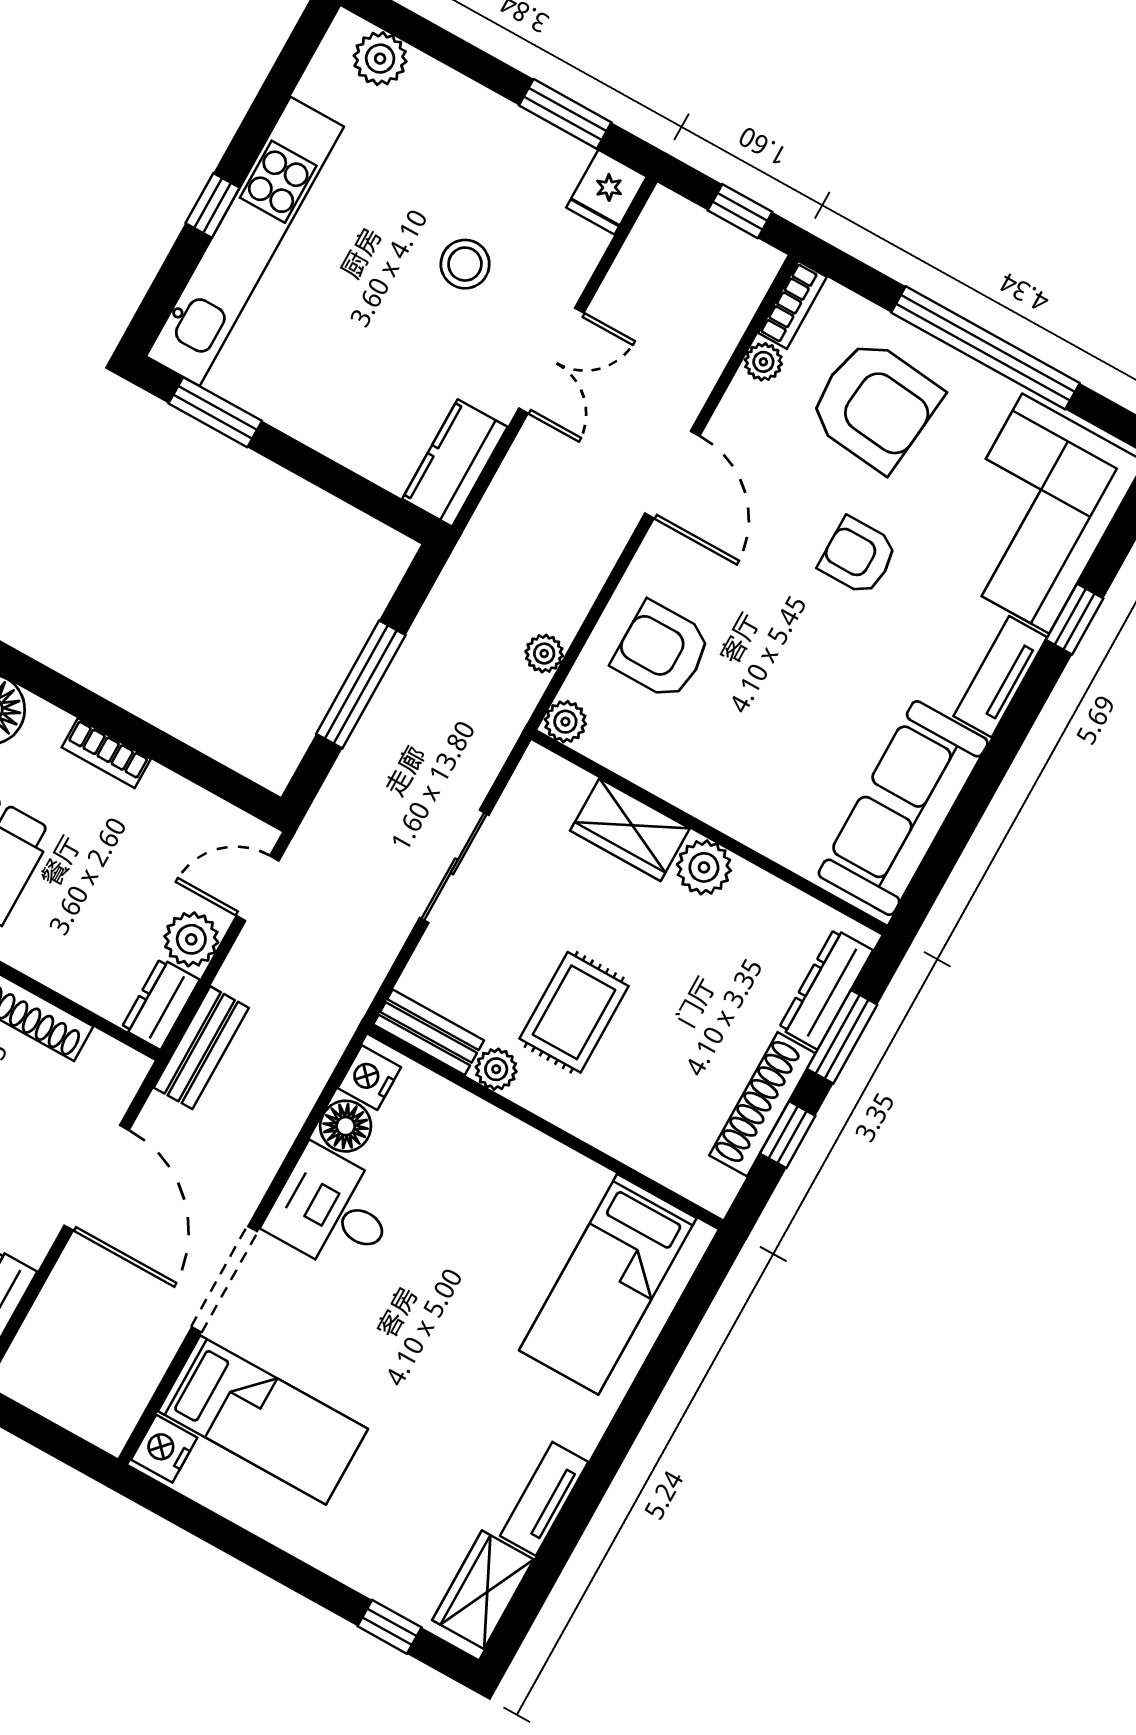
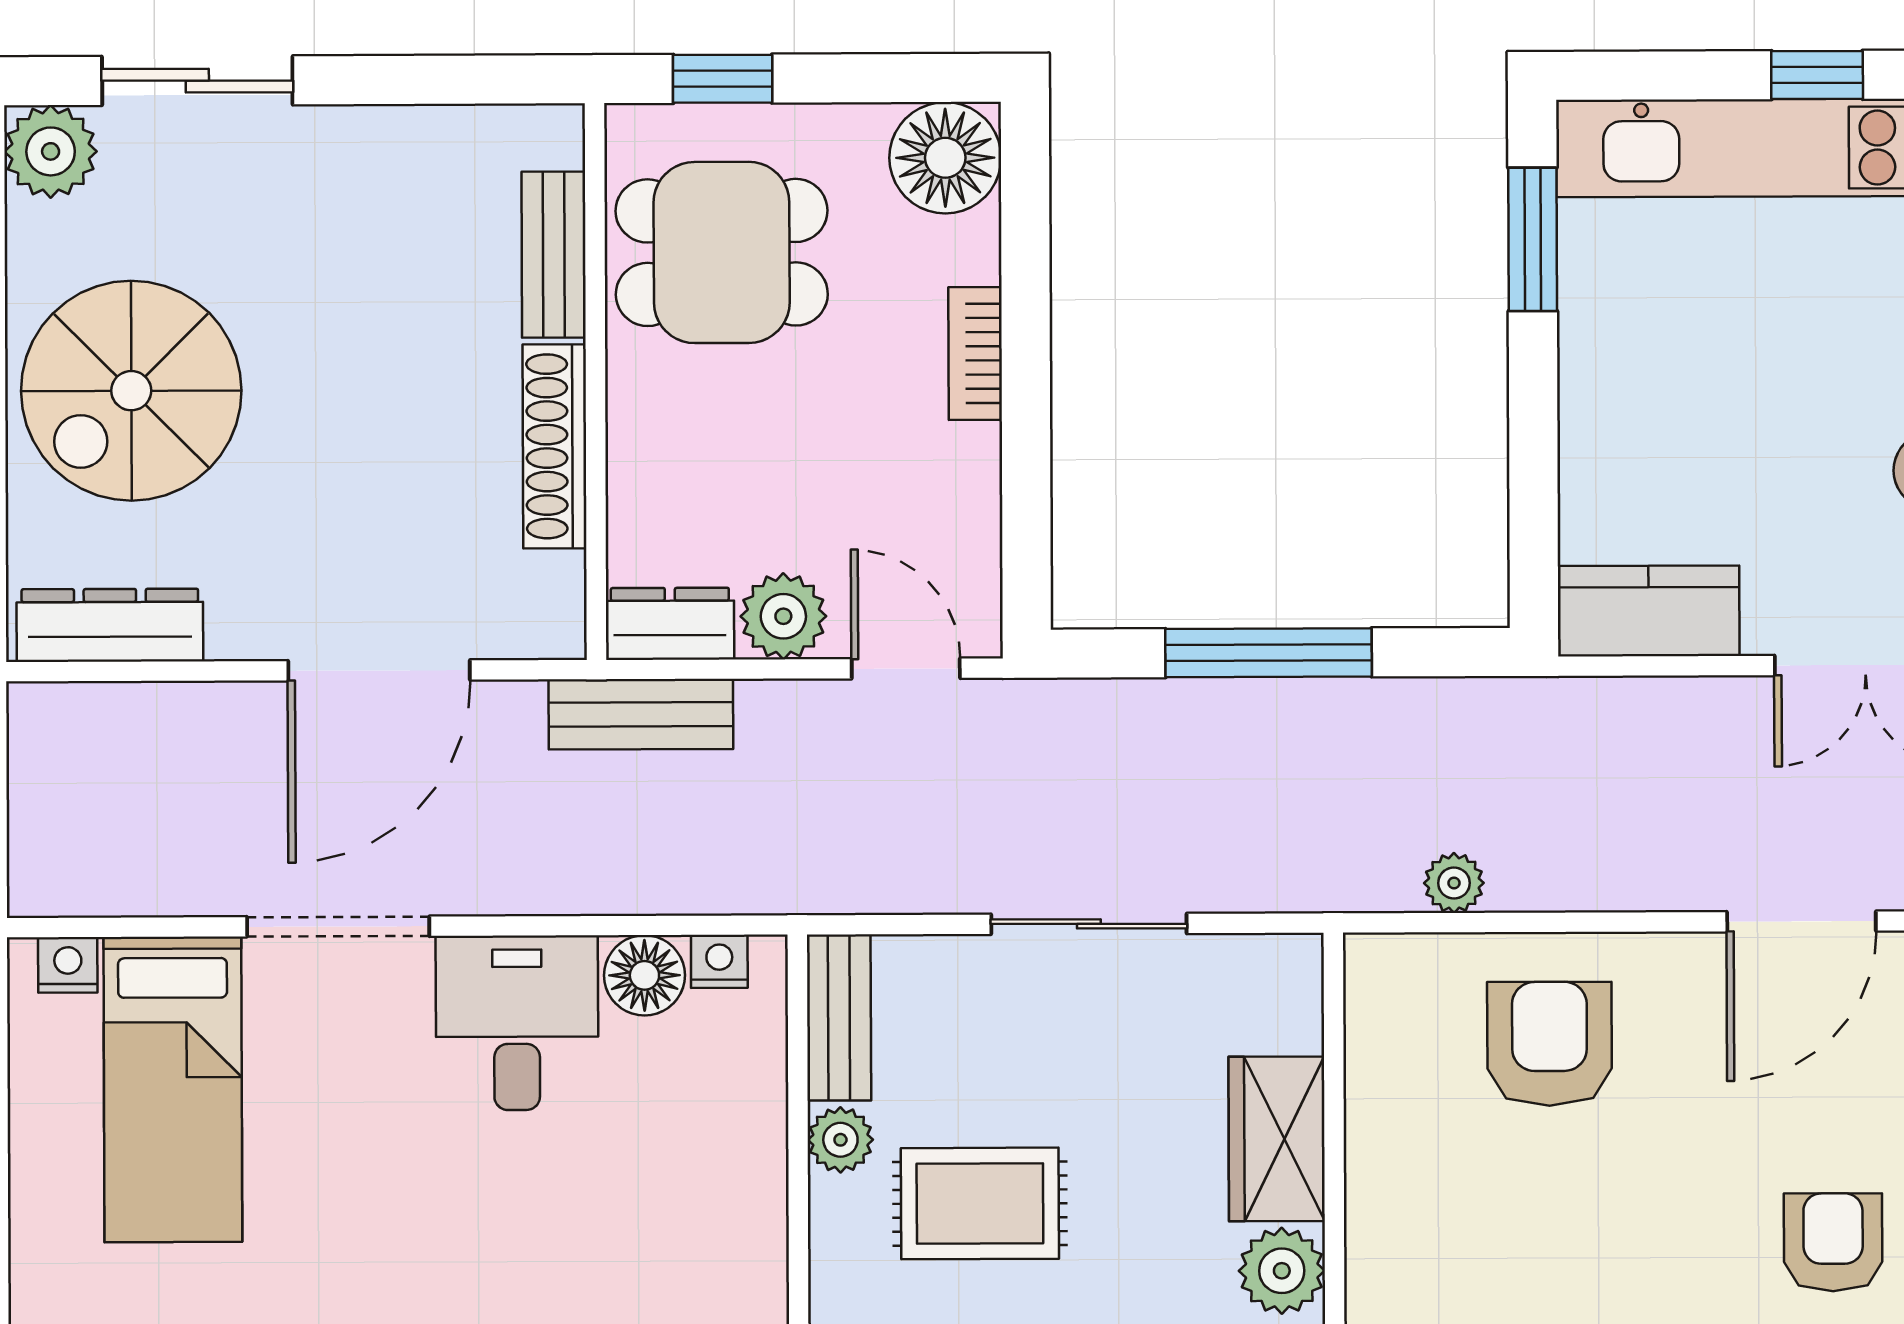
plant: (565, 722) -> (1376, 965), removed
nightstand: (369, 1078) -> (719, 961), width x0.72, depth x0.74
nightstand: (164, 1449) -> (68, 965), width x0.72, depth x0.74

